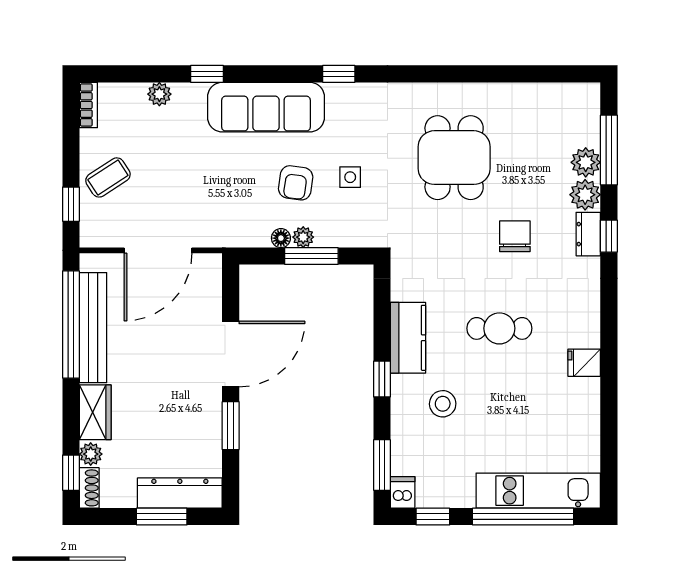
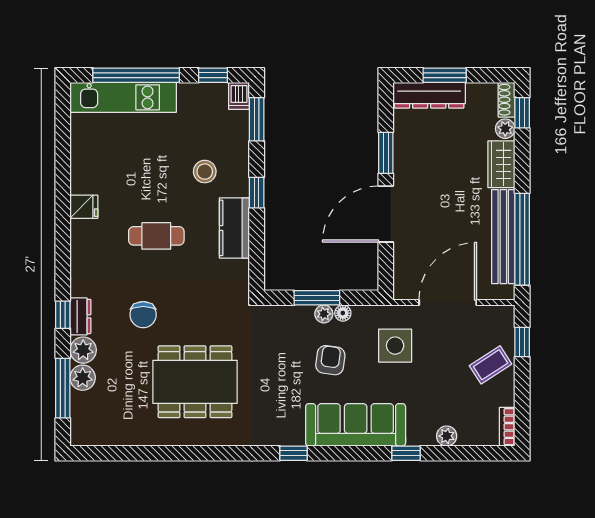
dining table: (454, 158) -> (195, 382), width x1.38
side table: (350, 177) -> (395, 346), moved, width x1.87, depth x1.87

